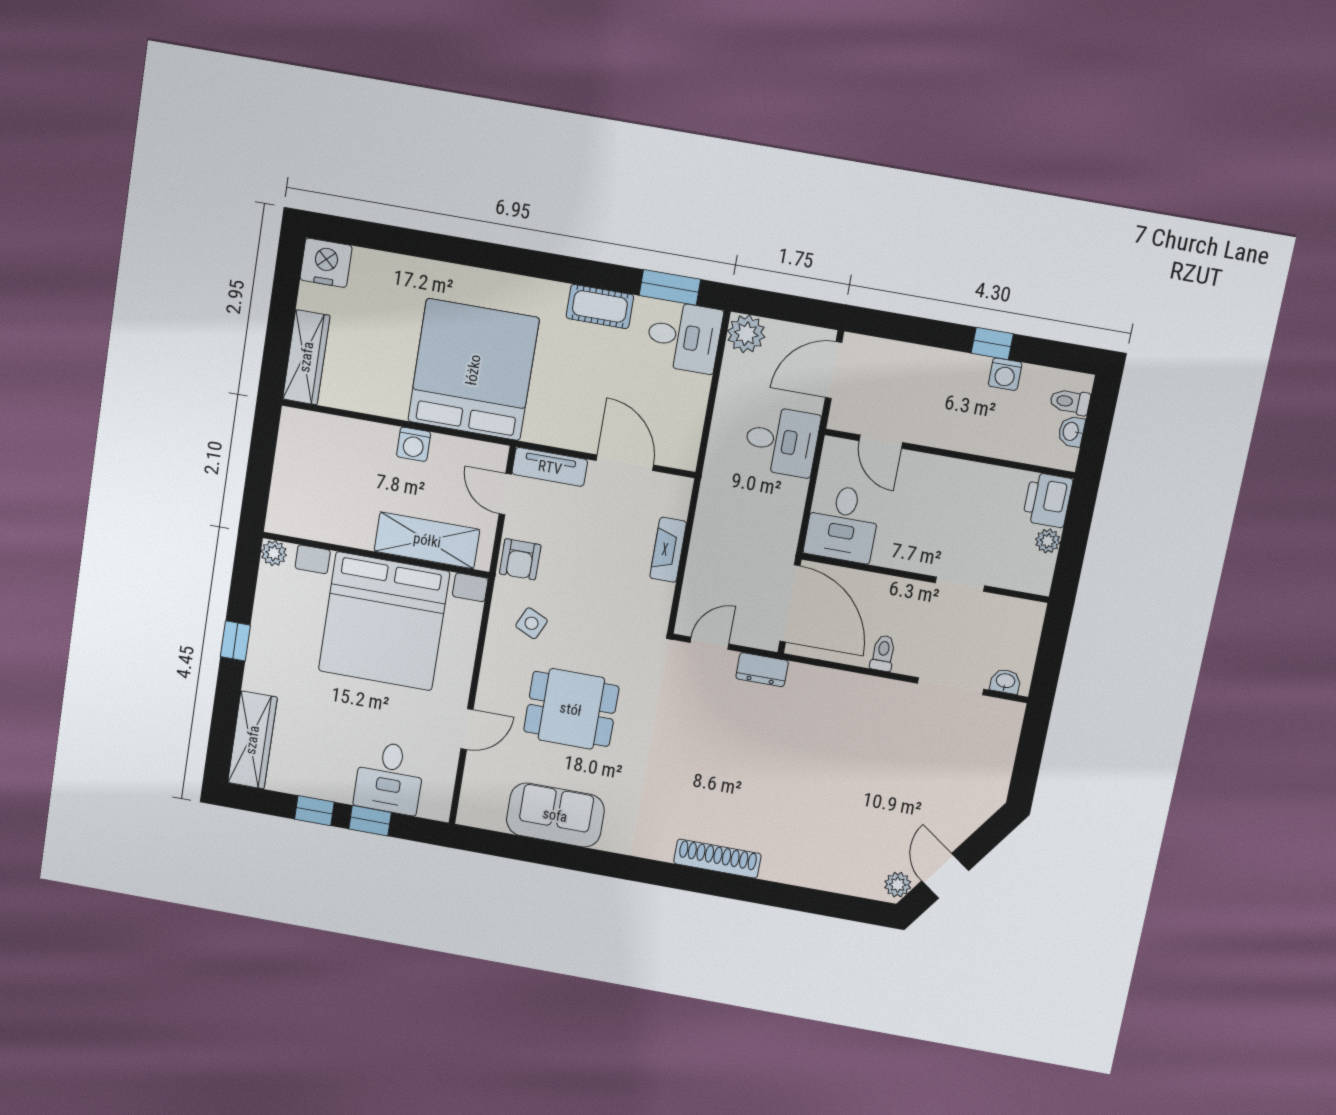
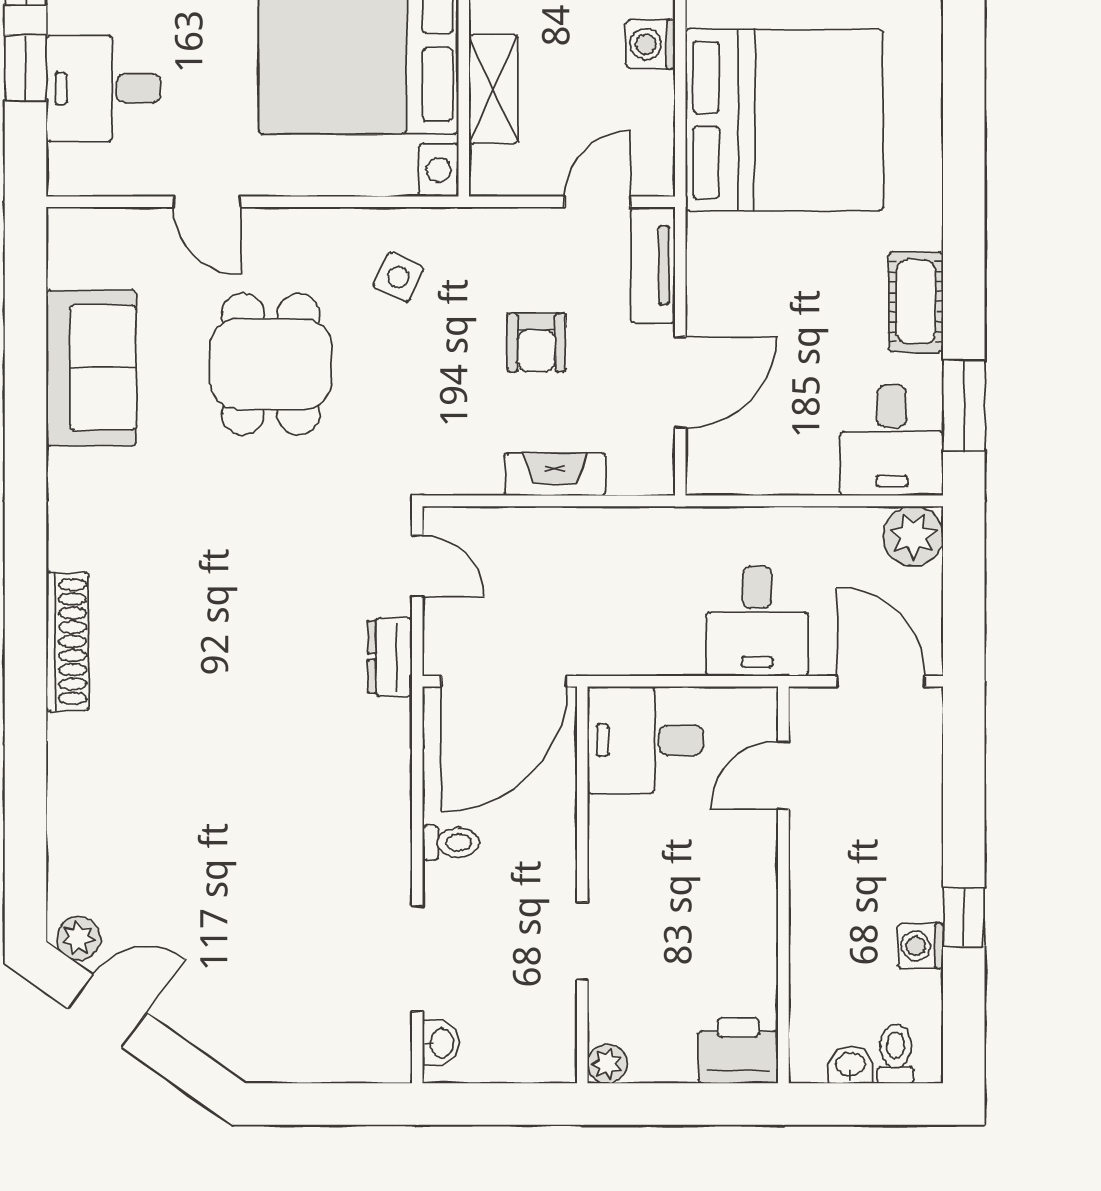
shelving: (427, 540) -> (493, 89), width x0.67, depth x0.75
plant: (1048, 541) -> (607, 1064), moved
armchair: (520, 559) -> (536, 342), moved, turned -90

